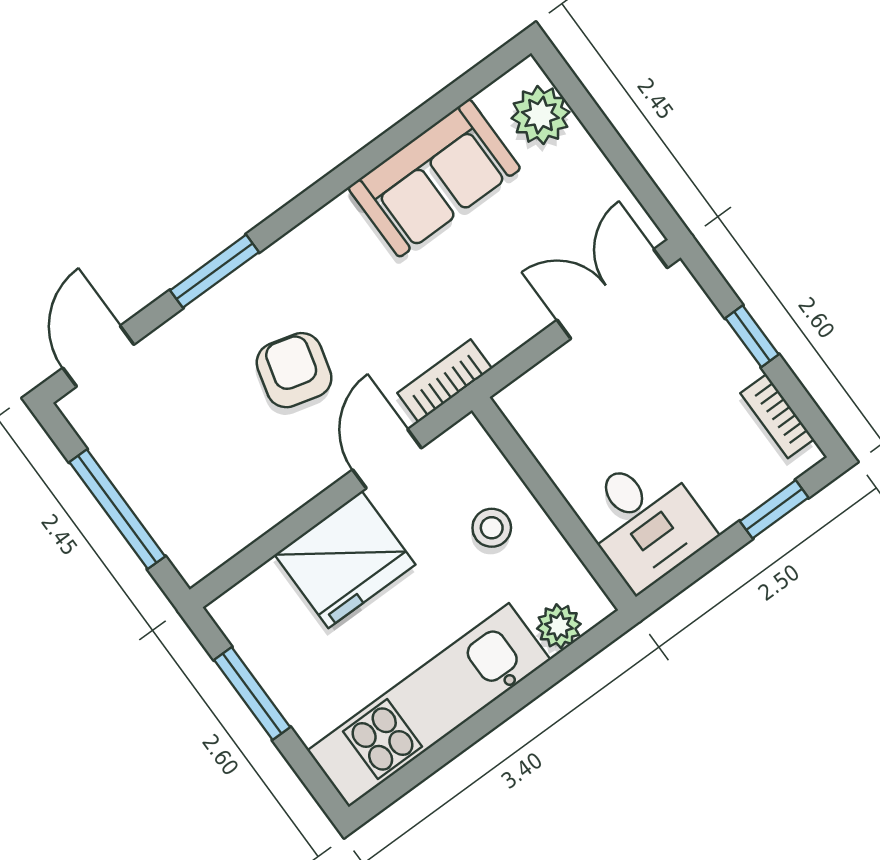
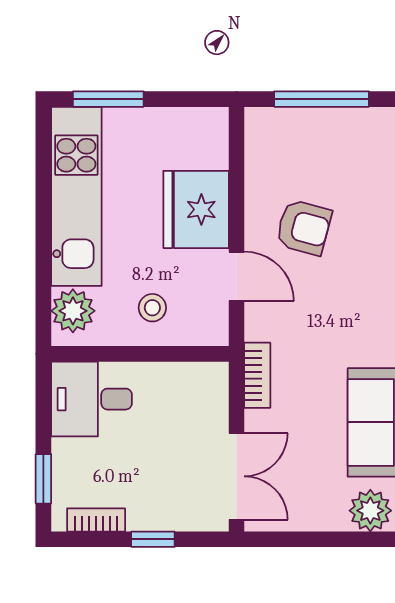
armchair: (294, 370) -> (304, 227), moved
bookcase: (445, 381) -> (257, 375), moved
plant: (559, 626) -> (73, 311), width x1.38, depth x1.38
window: (252, 694) -> (108, 99), moved

